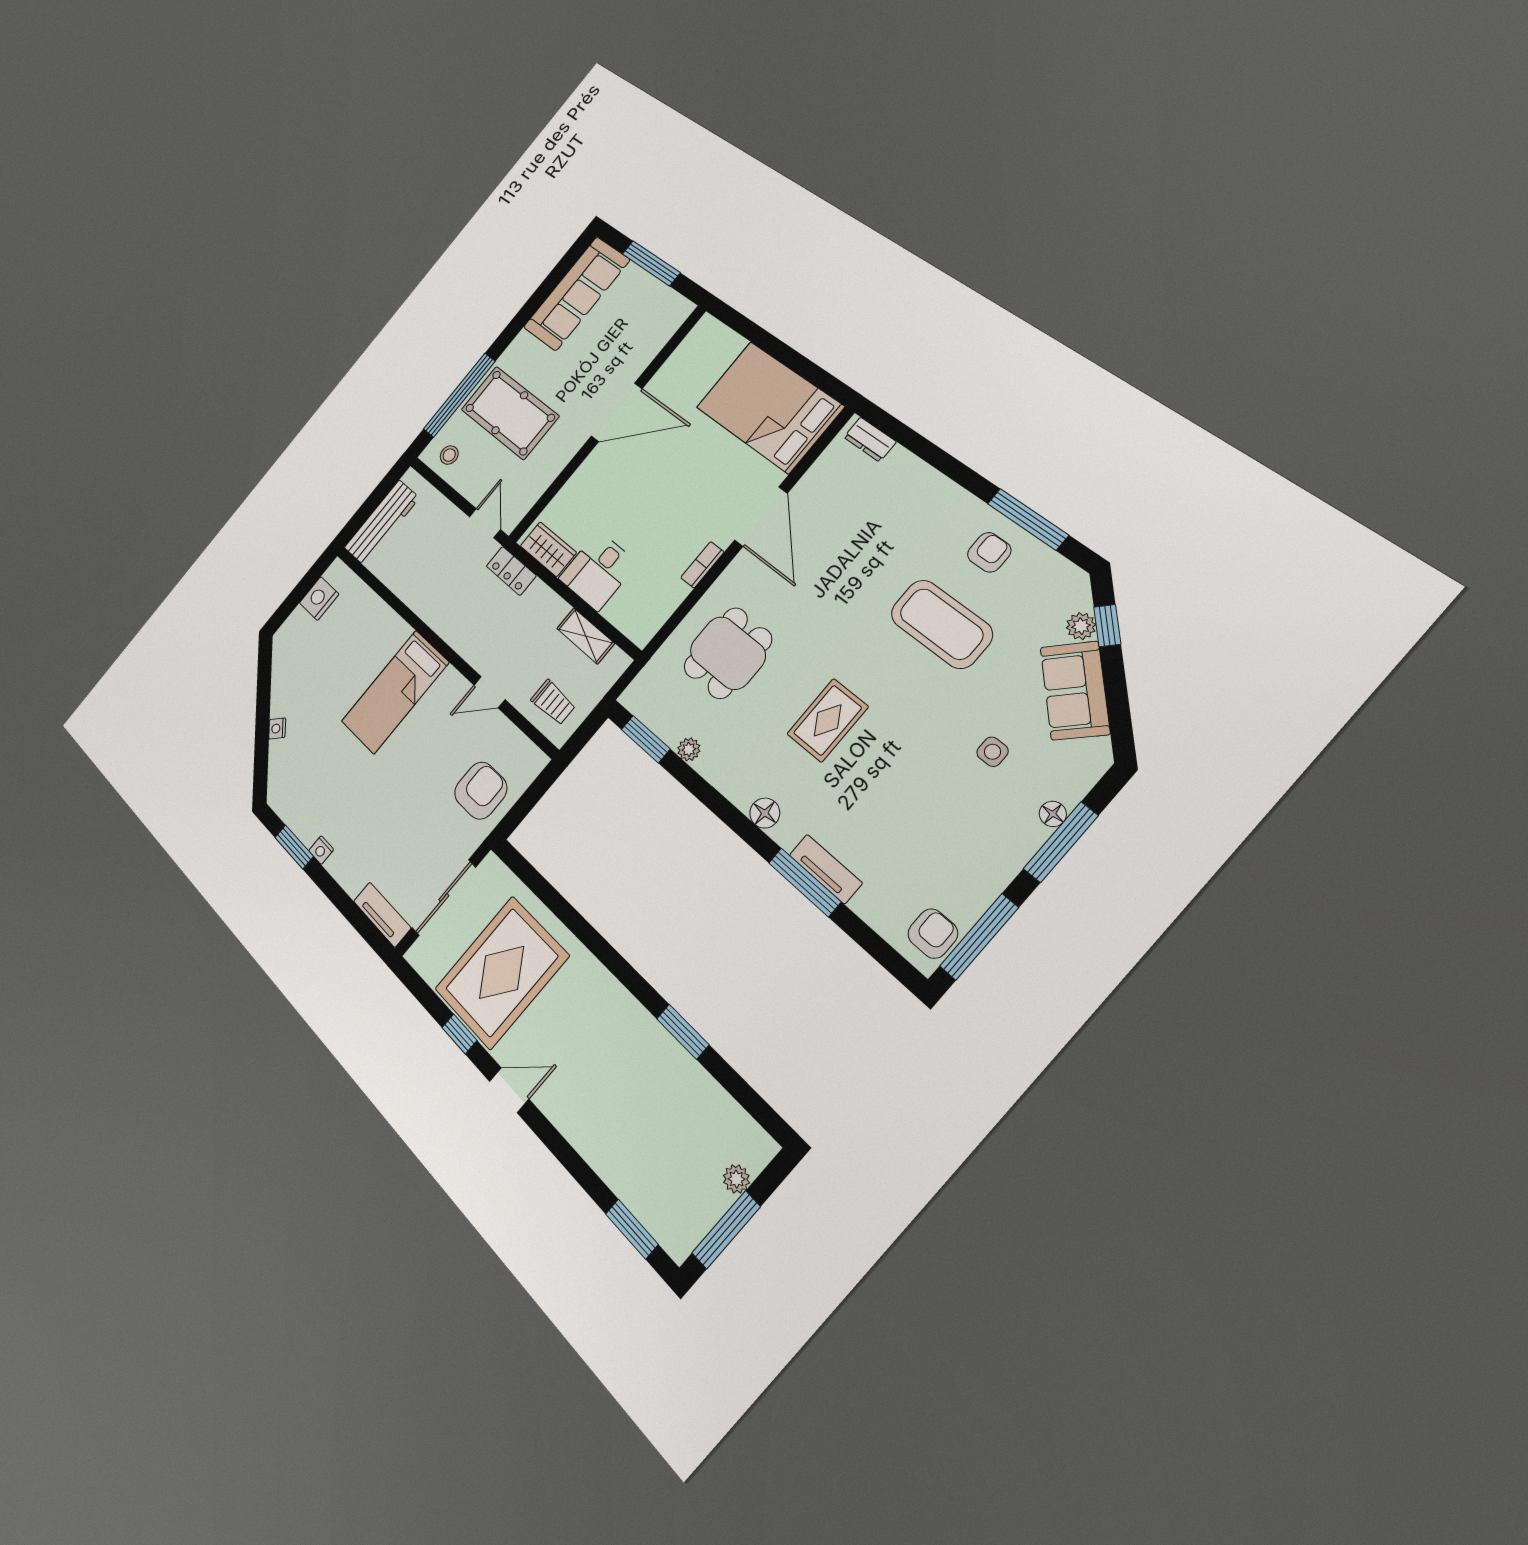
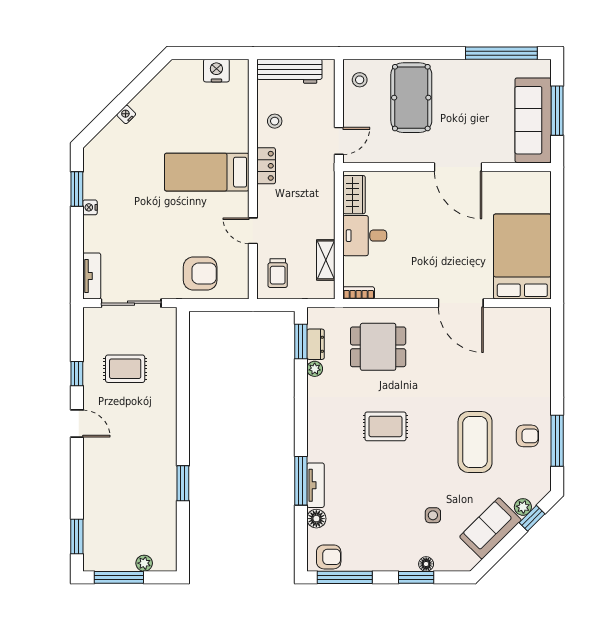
sofa: (576, 294) -> (533, 120), moved, turned 90
window: (459, 395) -> (501, 53), moved
dresser: (870, 440) -> (316, 344), moved, turned 180
door: (761, 517) -> (461, 303), hinge flipped
bookcase: (702, 565) -> (359, 293), moved
locker: (511, 571) -> (266, 166), moved, turned 180
stool: (411, 577) -> (275, 121), added
floor lamp: (765, 813) -> (316, 519), moved
window: (1061, 842) -> (416, 577), width x0.69
rug: (502, 972) -> (125, 369), width x0.54, depth x0.49

